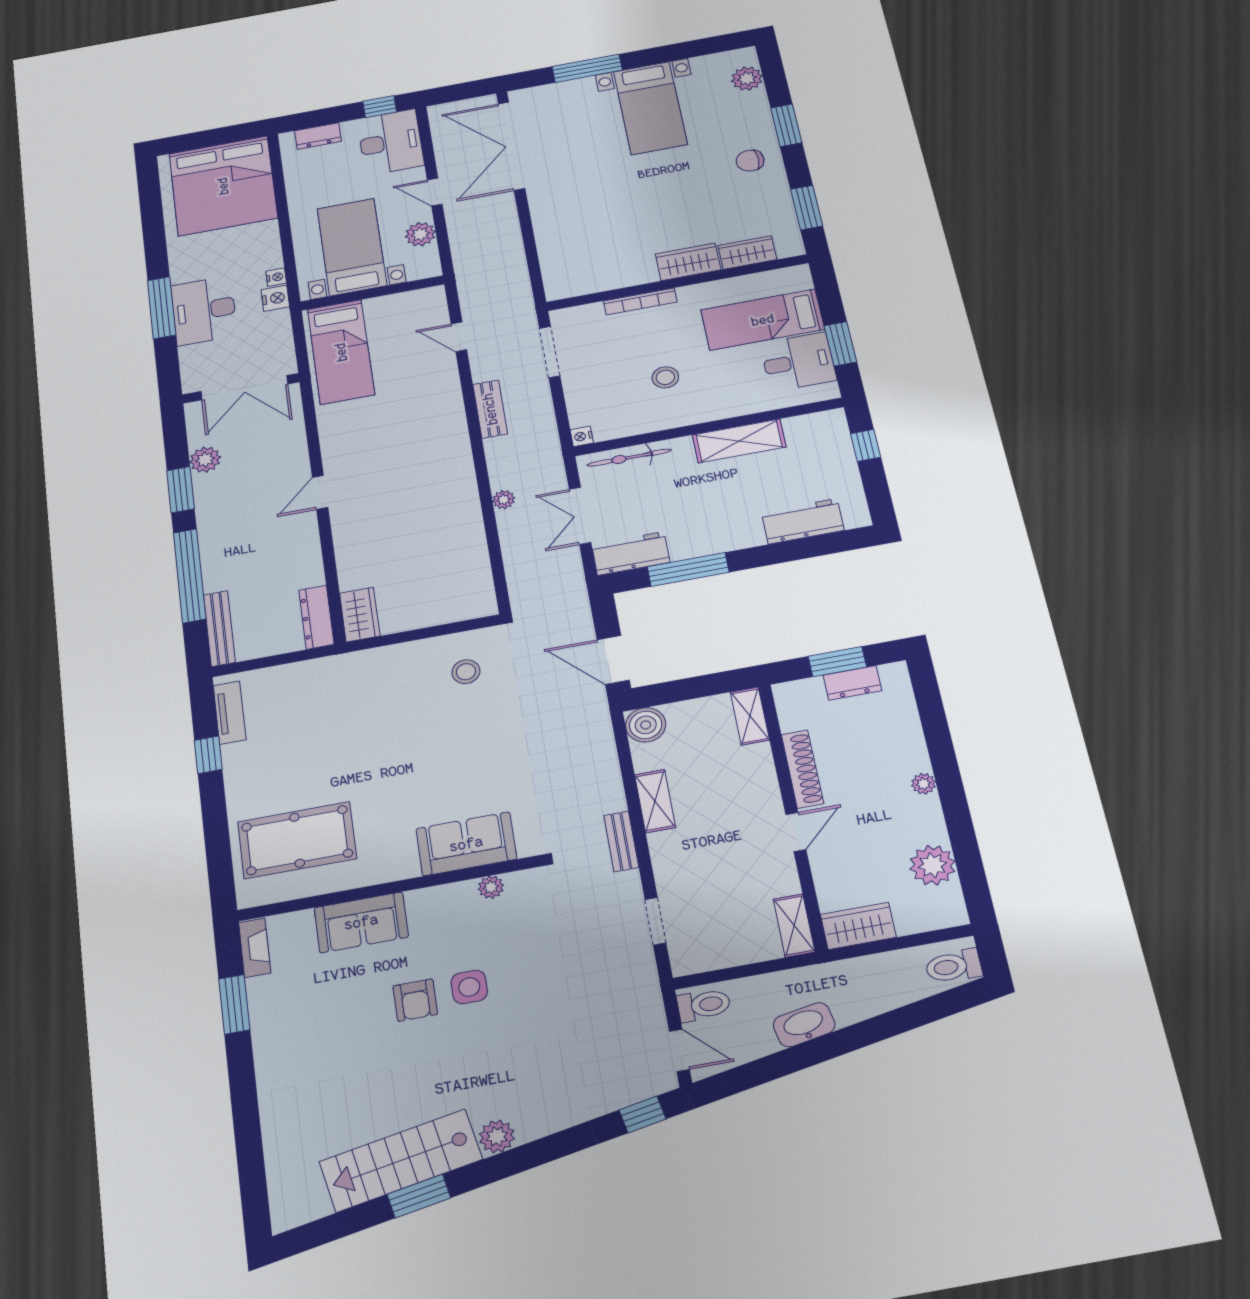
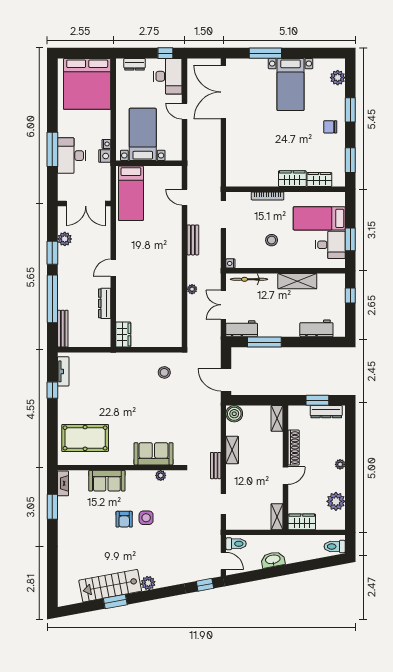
plant: (420, 234) -> (175, 134), removed
dresser: (316, 617) -> (105, 303), moved
dresser: (852, 683) -> (326, 412), width x1.44

